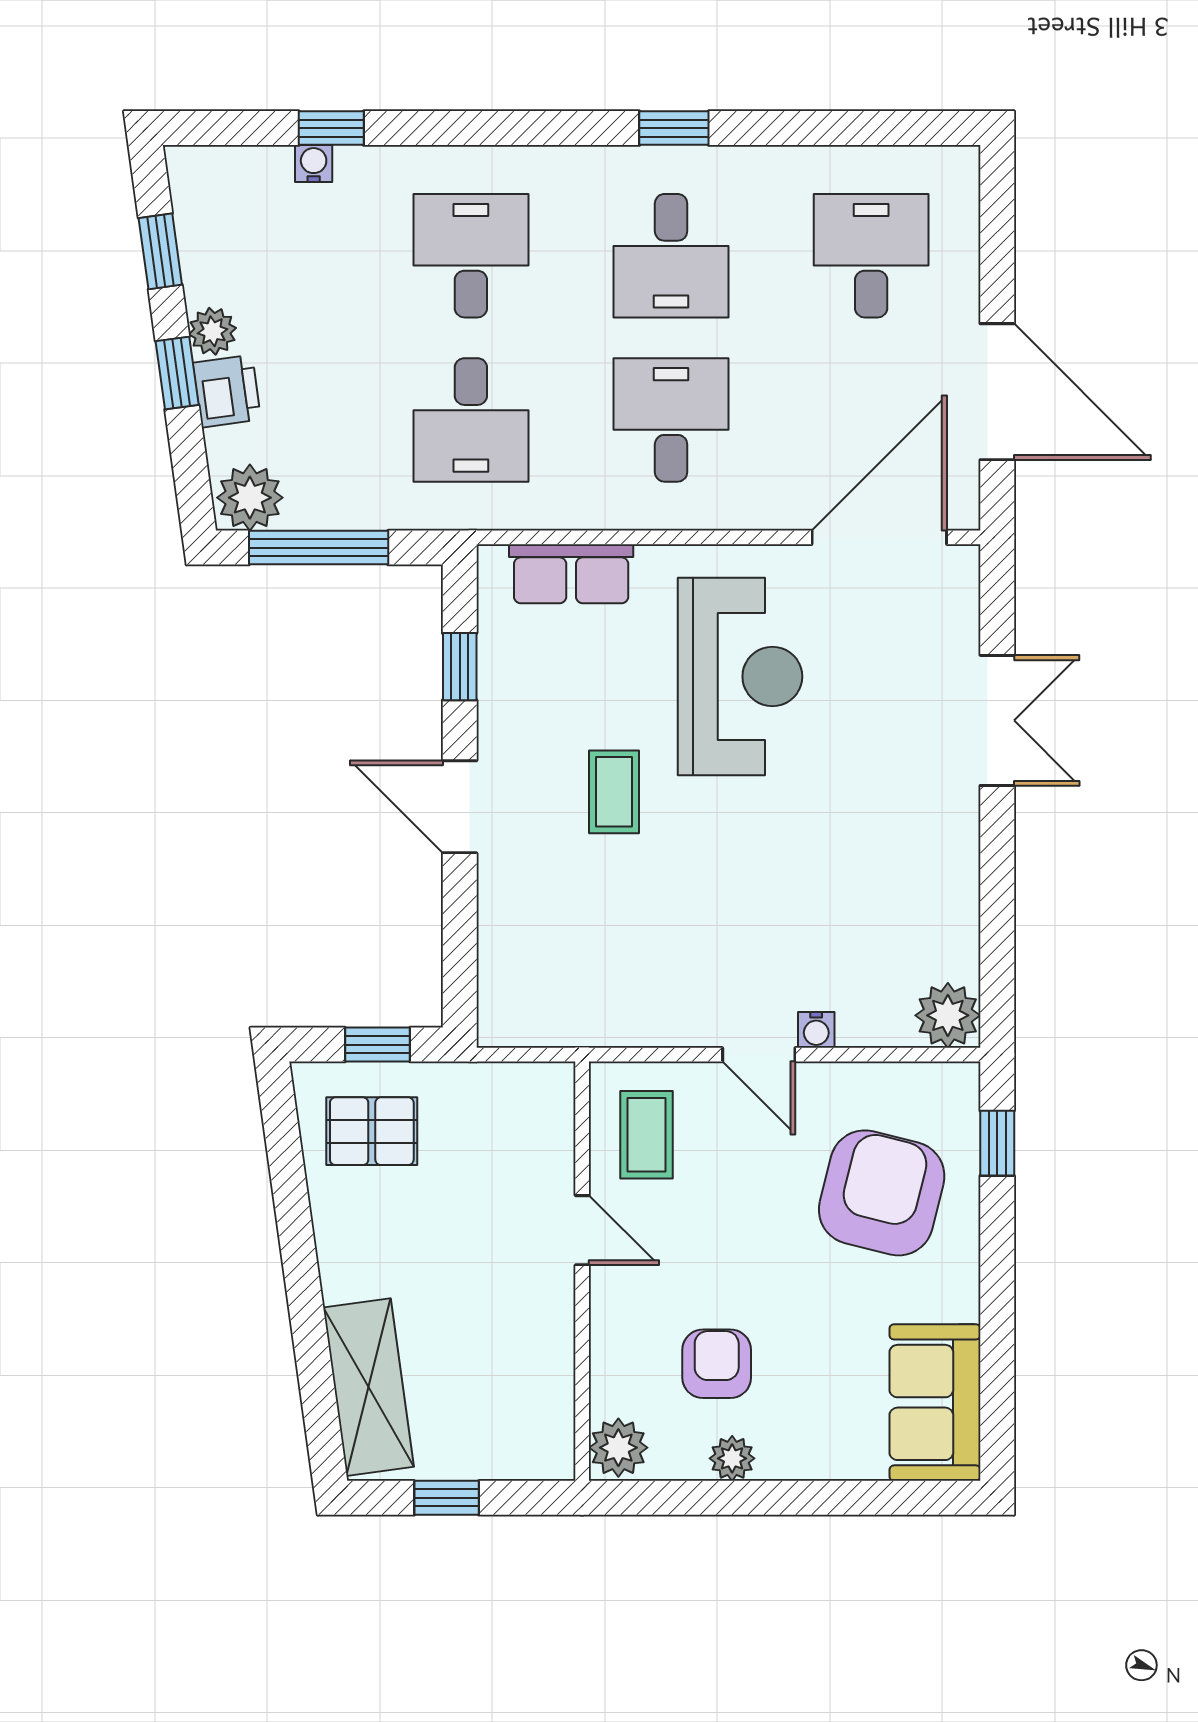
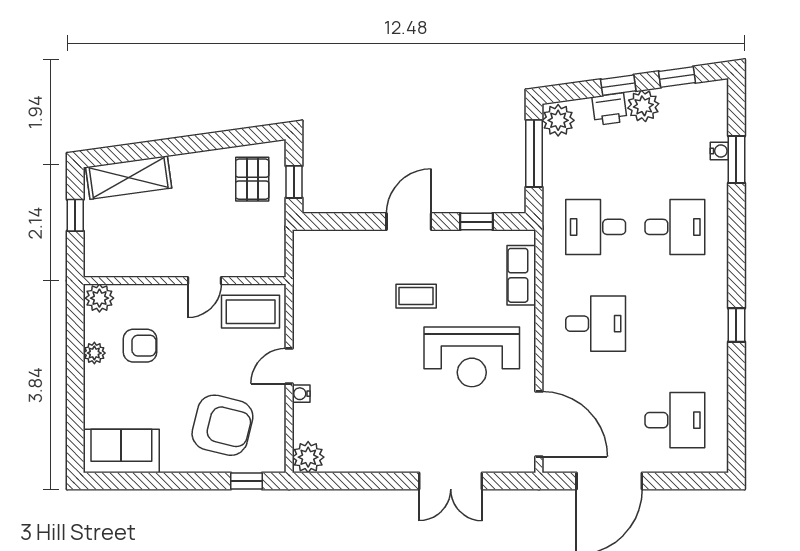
window: (331, 128) -> (736, 160), width x1.50
desk: (671, 256) -> (675, 324), removed
plant: (212, 331) -> (643, 106), width x1.38, depth x1.38
coffee table: (647, 1135) -> (251, 312), width x1.36, depth x1.30

